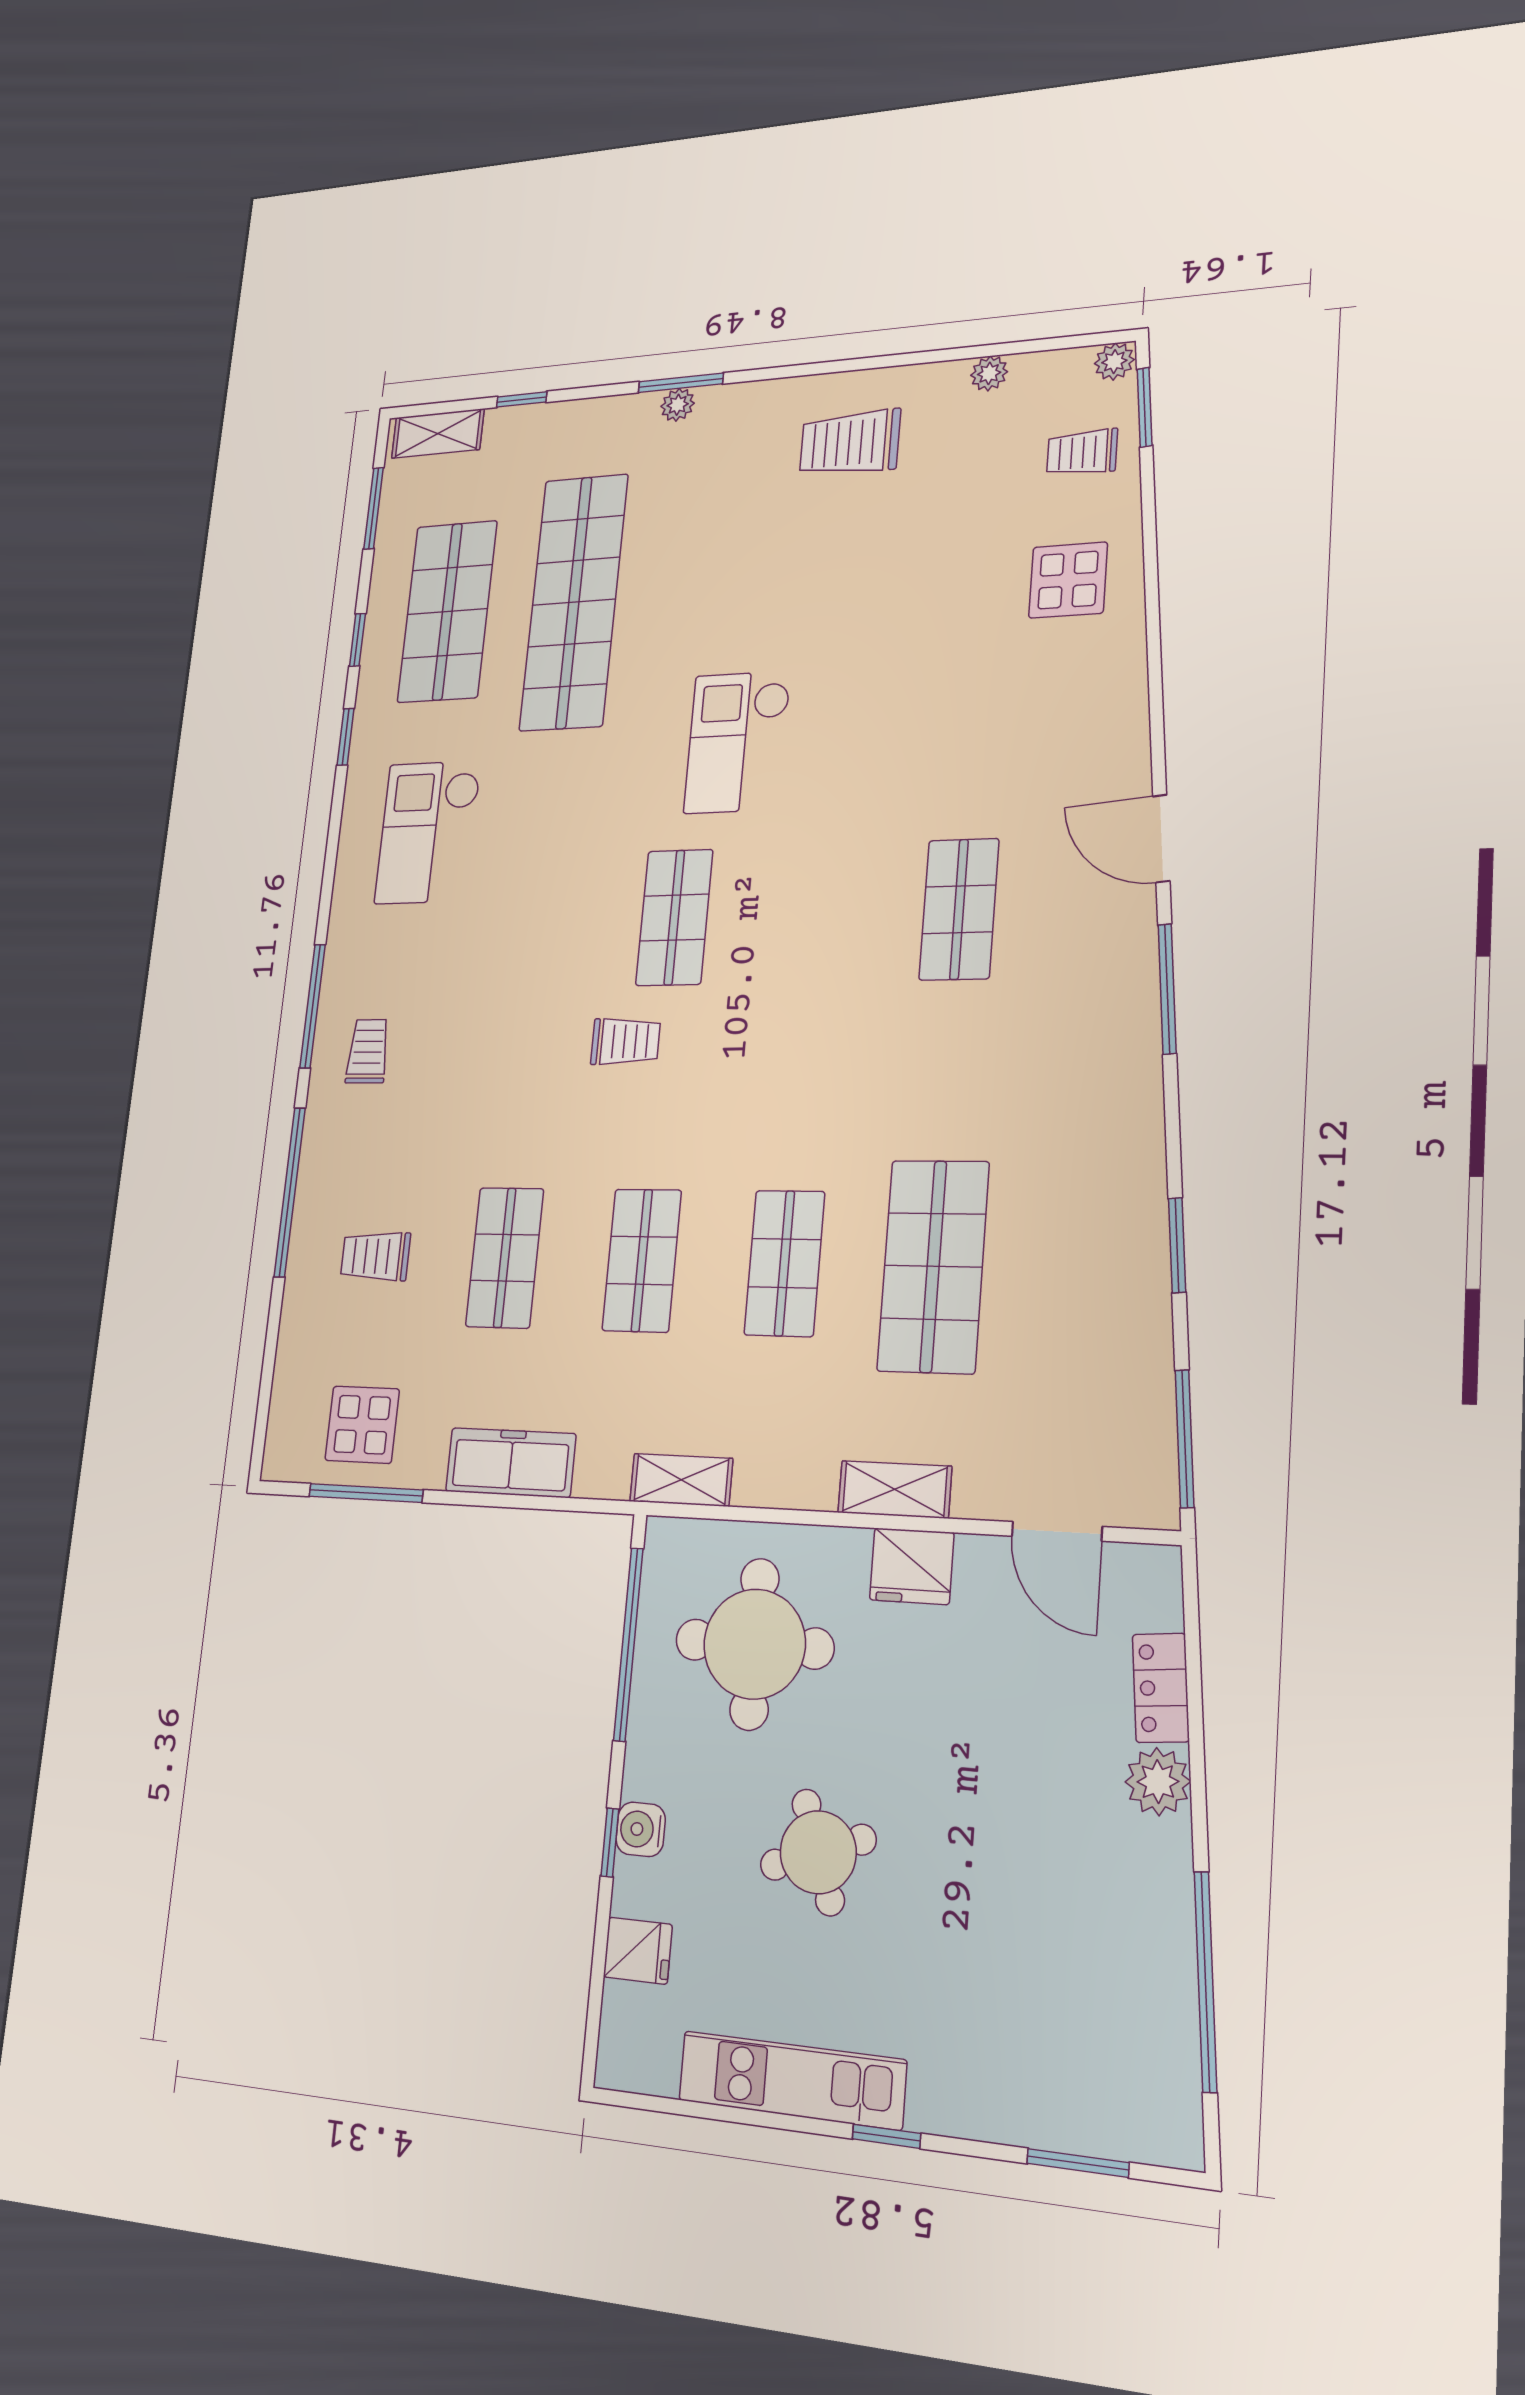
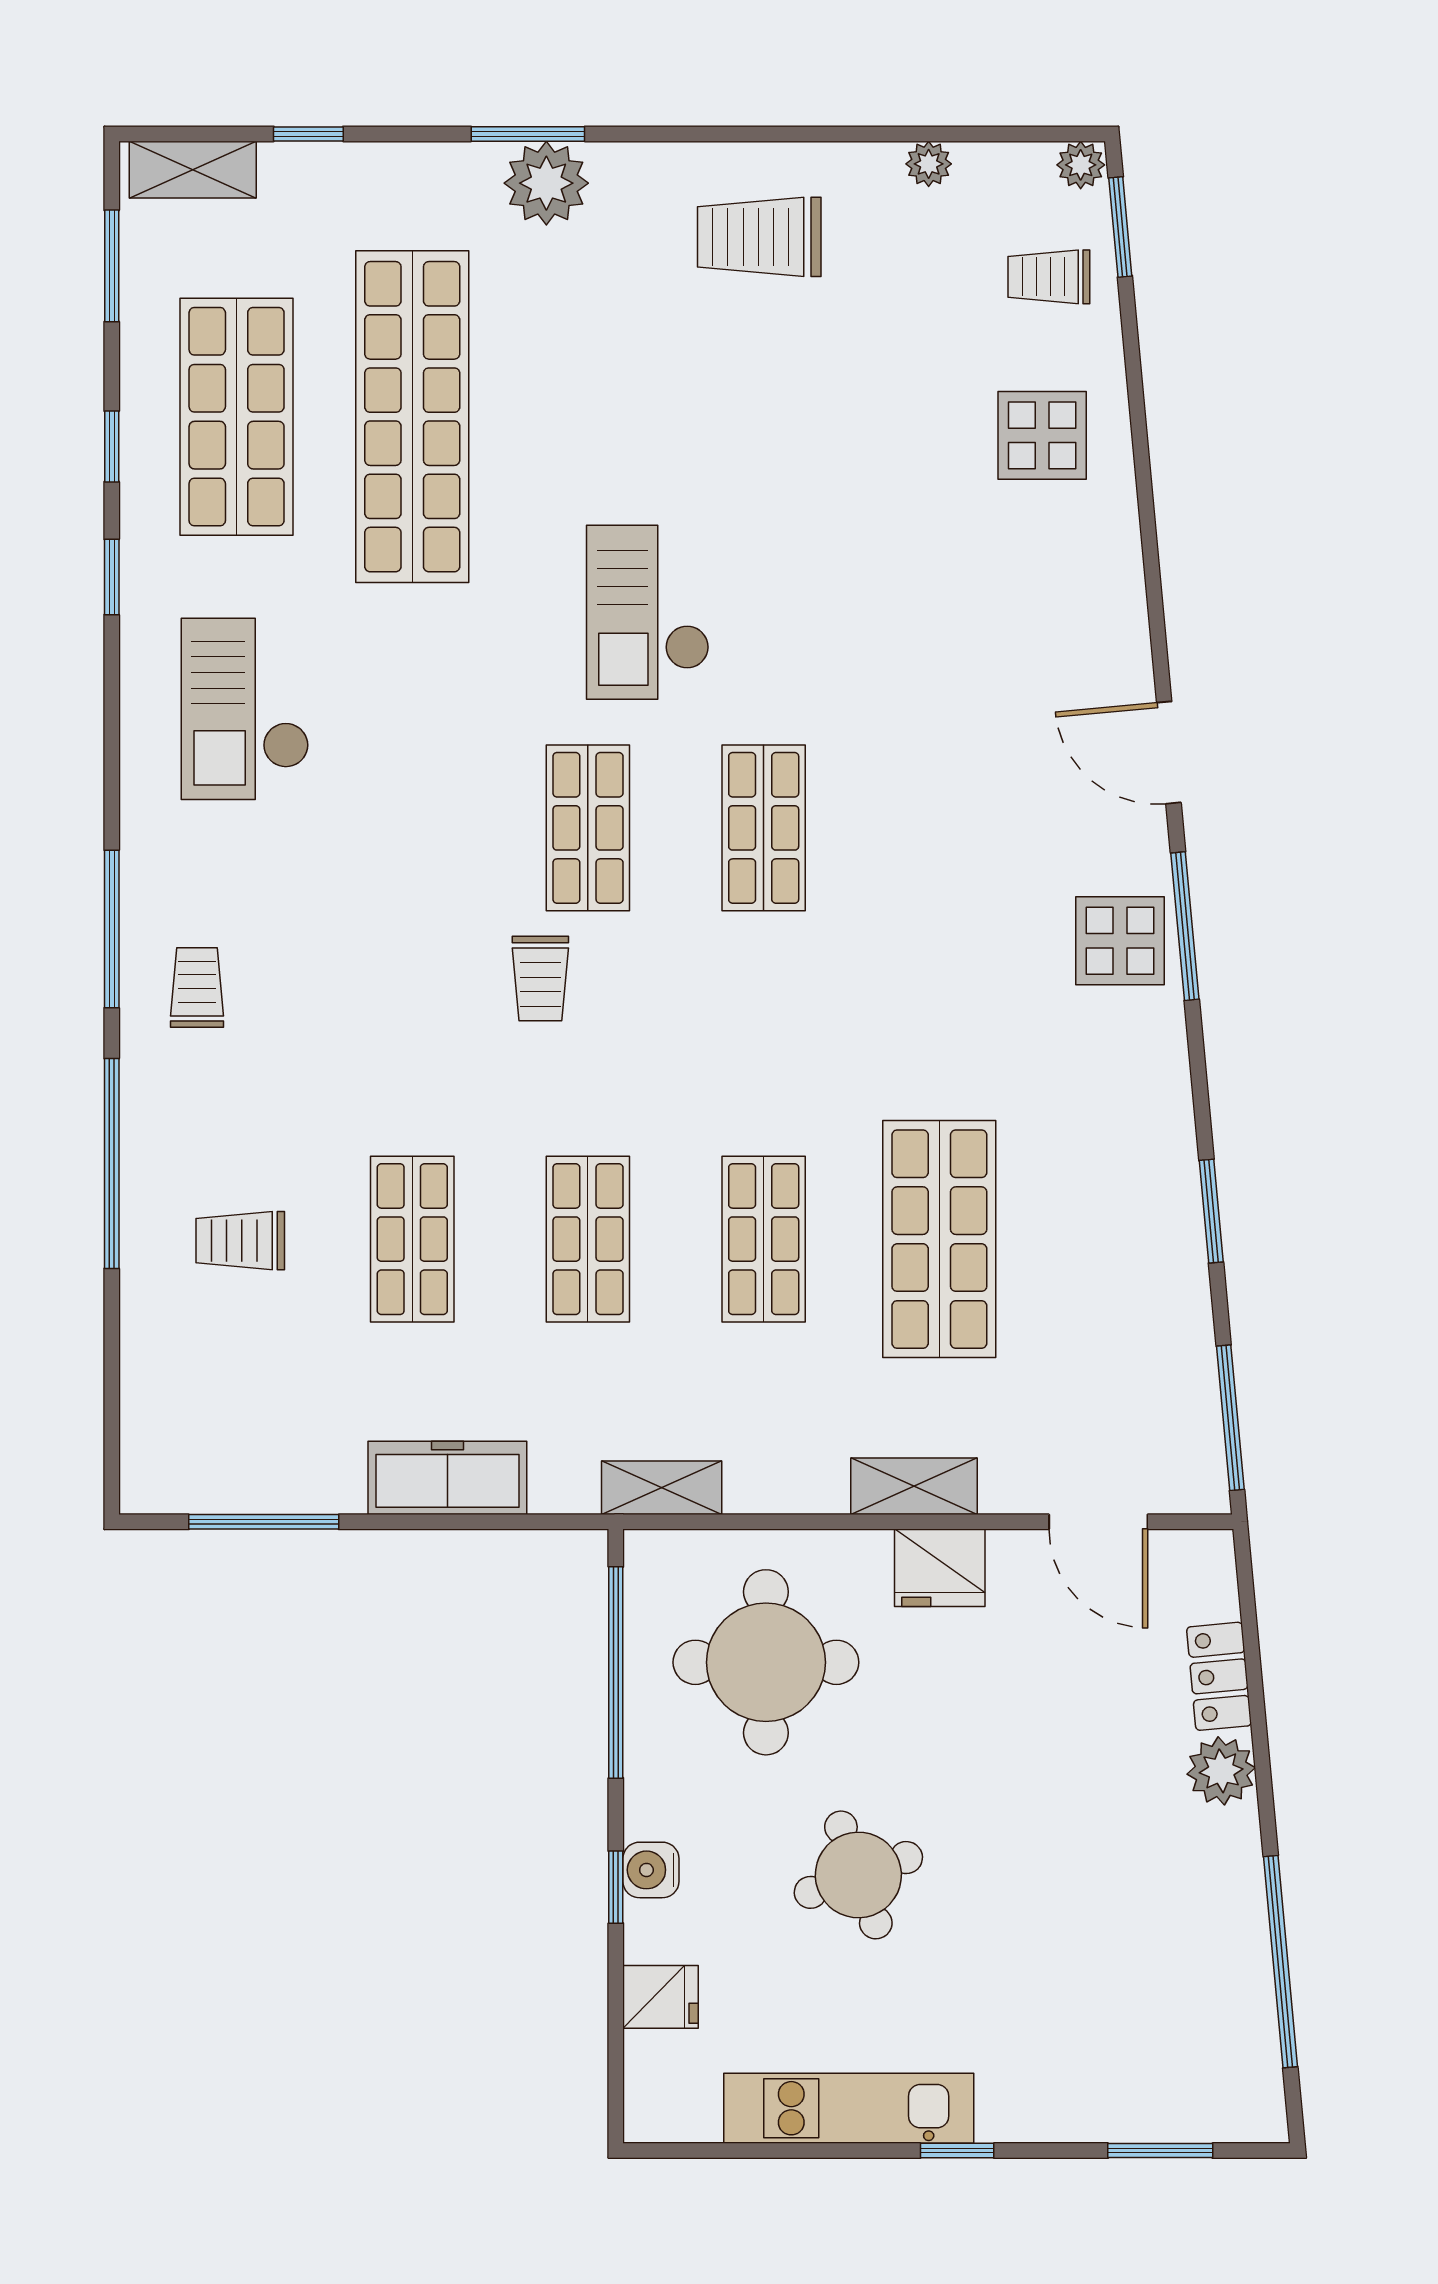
plant: (678, 405) -> (546, 183), width x1.88, depth x1.88
shop shelf: (959, 909) -> (764, 828), moved
trolley: (625, 1041) -> (540, 978), turned 90
display table: (362, 1425) -> (1120, 941), moved

